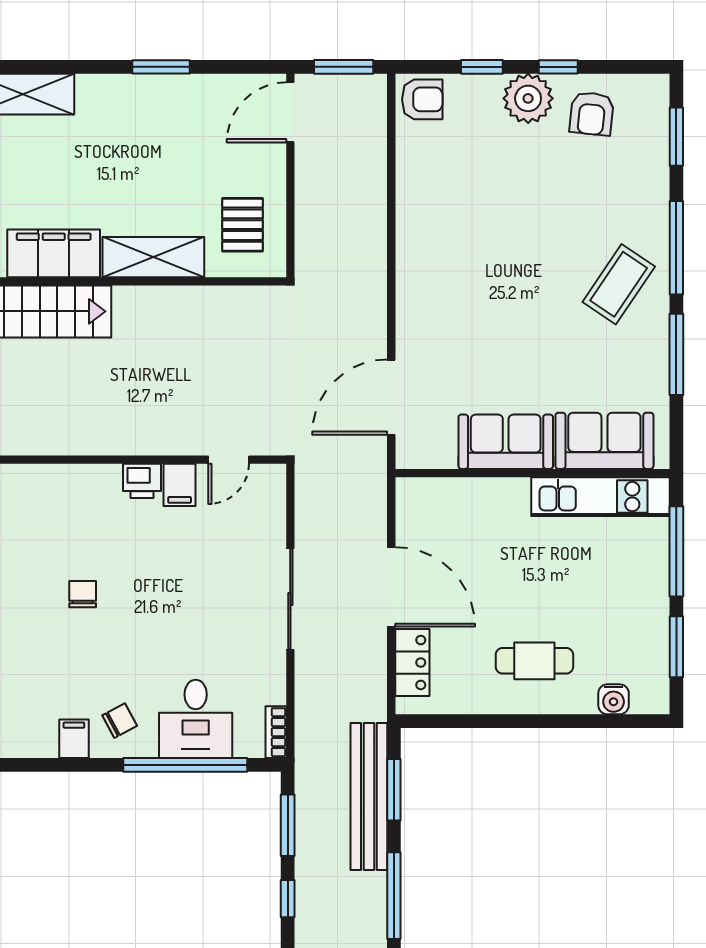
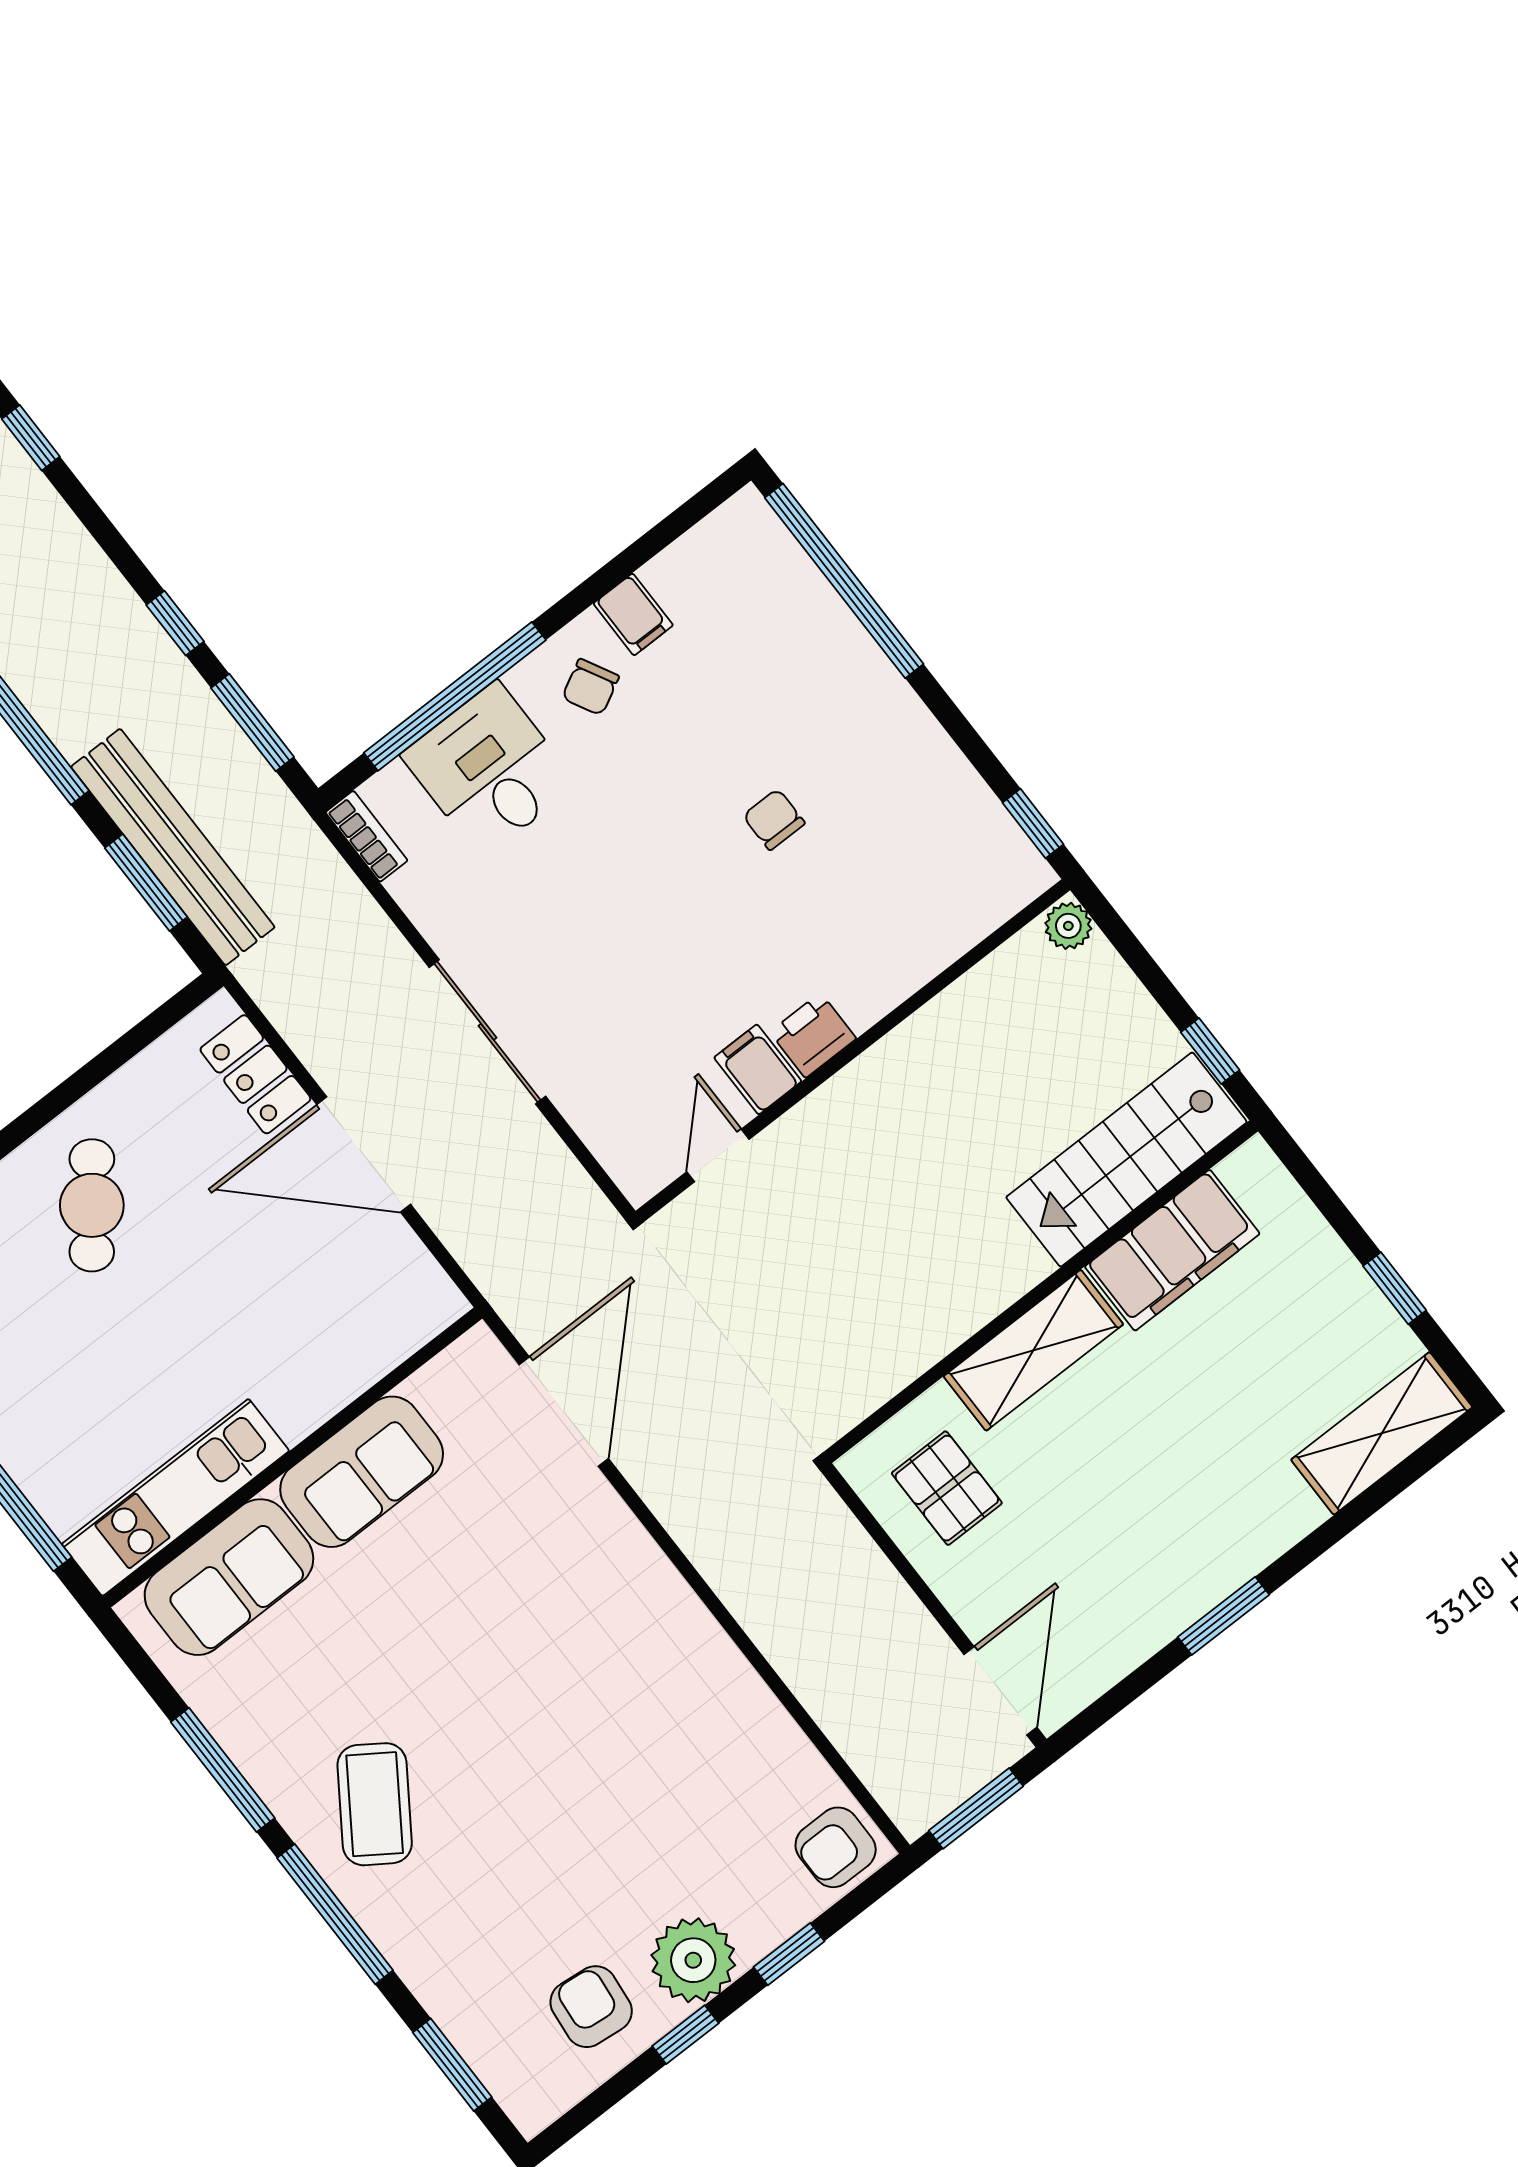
chair: (83, 594) -> (774, 819), turned 180
cafe table: (534, 661) -> (92, 1205), turned -52

